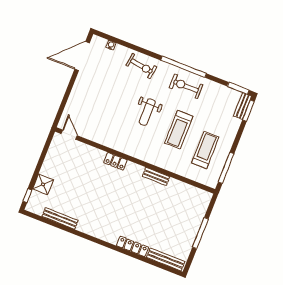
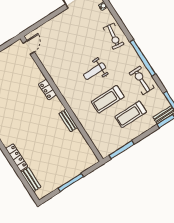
exercise bike: (186, 86) -> (142, 80), moved
treadmill: (205, 150) -> (131, 114), moved, turned 180
bench: (166, 259) -> (31, 180), width x0.73

